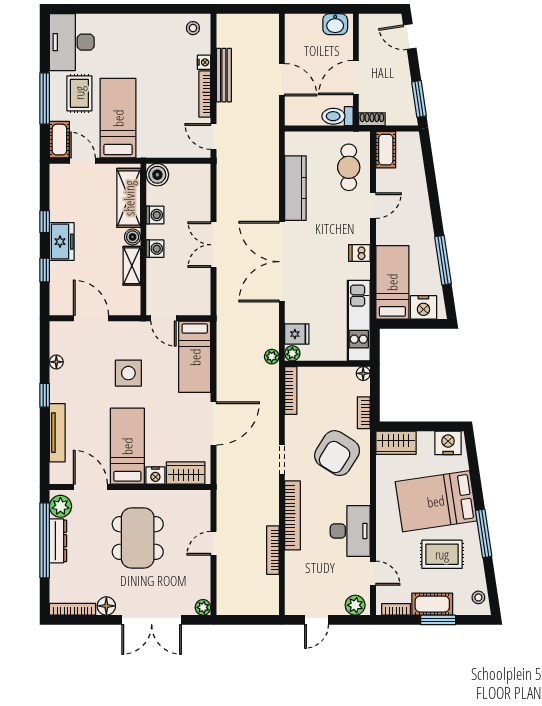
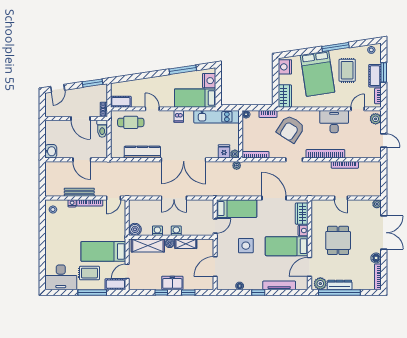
washbasin: (335, 24) -> (51, 151), moved
door: (282, 80) -> (82, 160), swing flipped
armchair: (337, 453) -> (291, 129), turned 91
dining table: (138, 538) -> (338, 240), width x0.73

